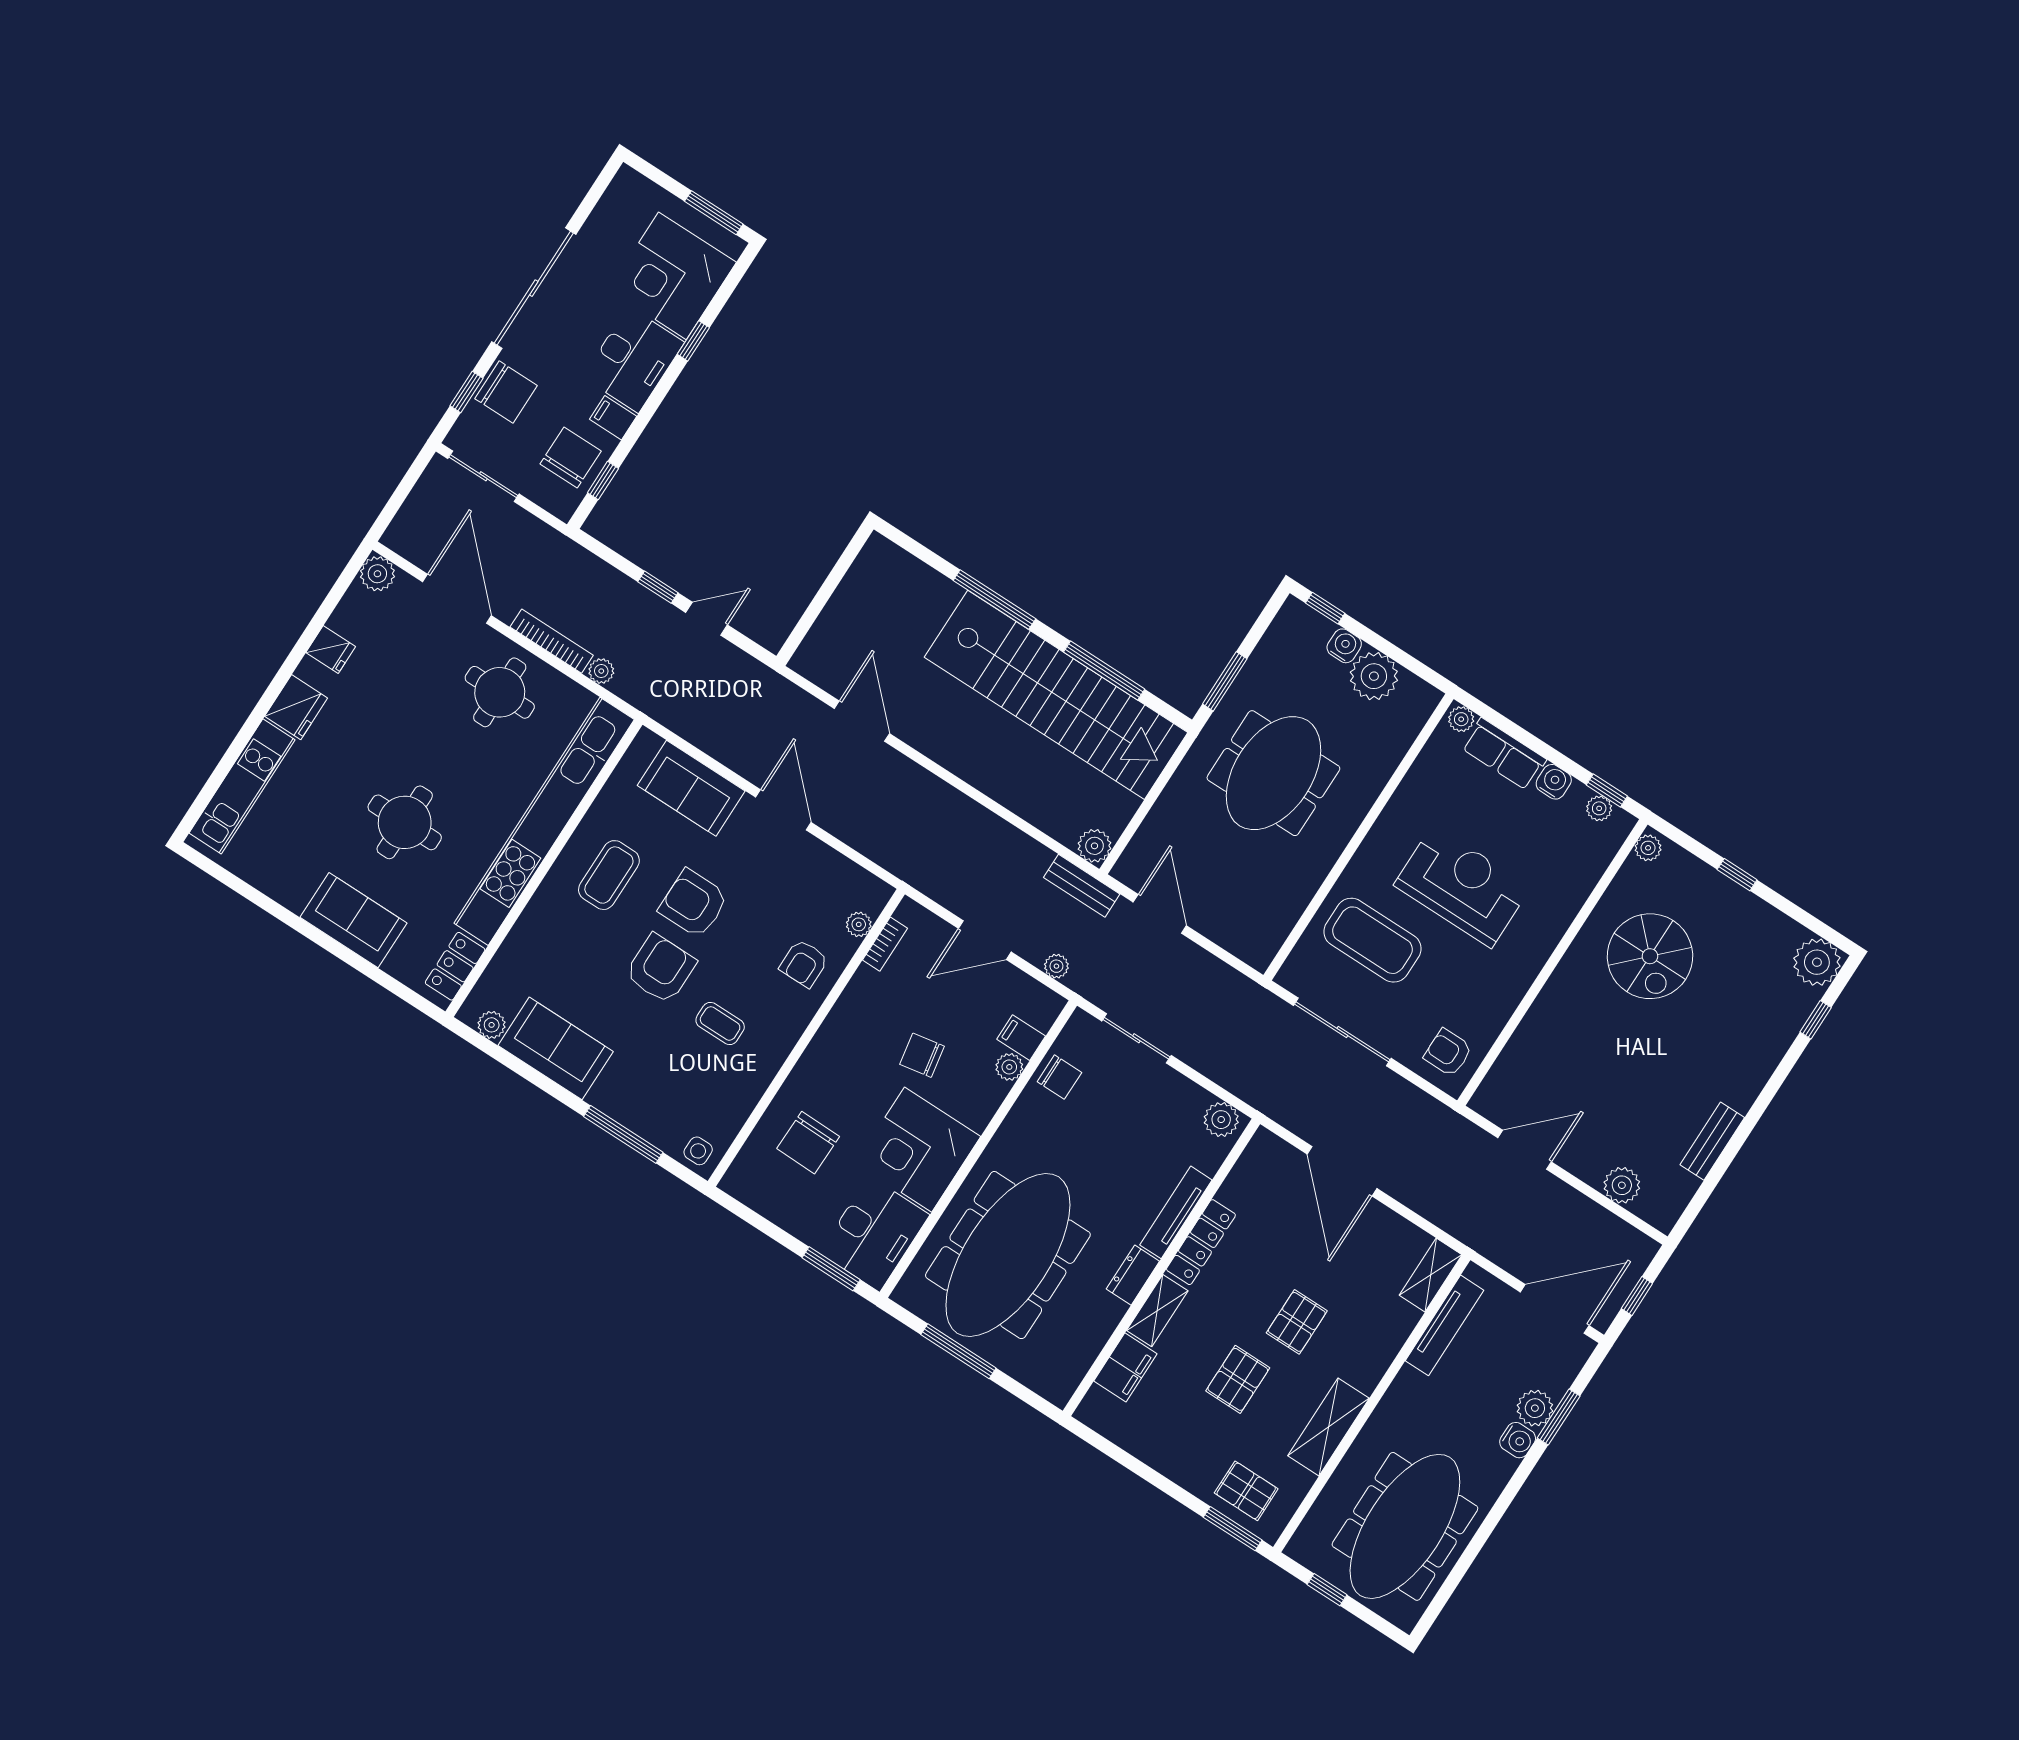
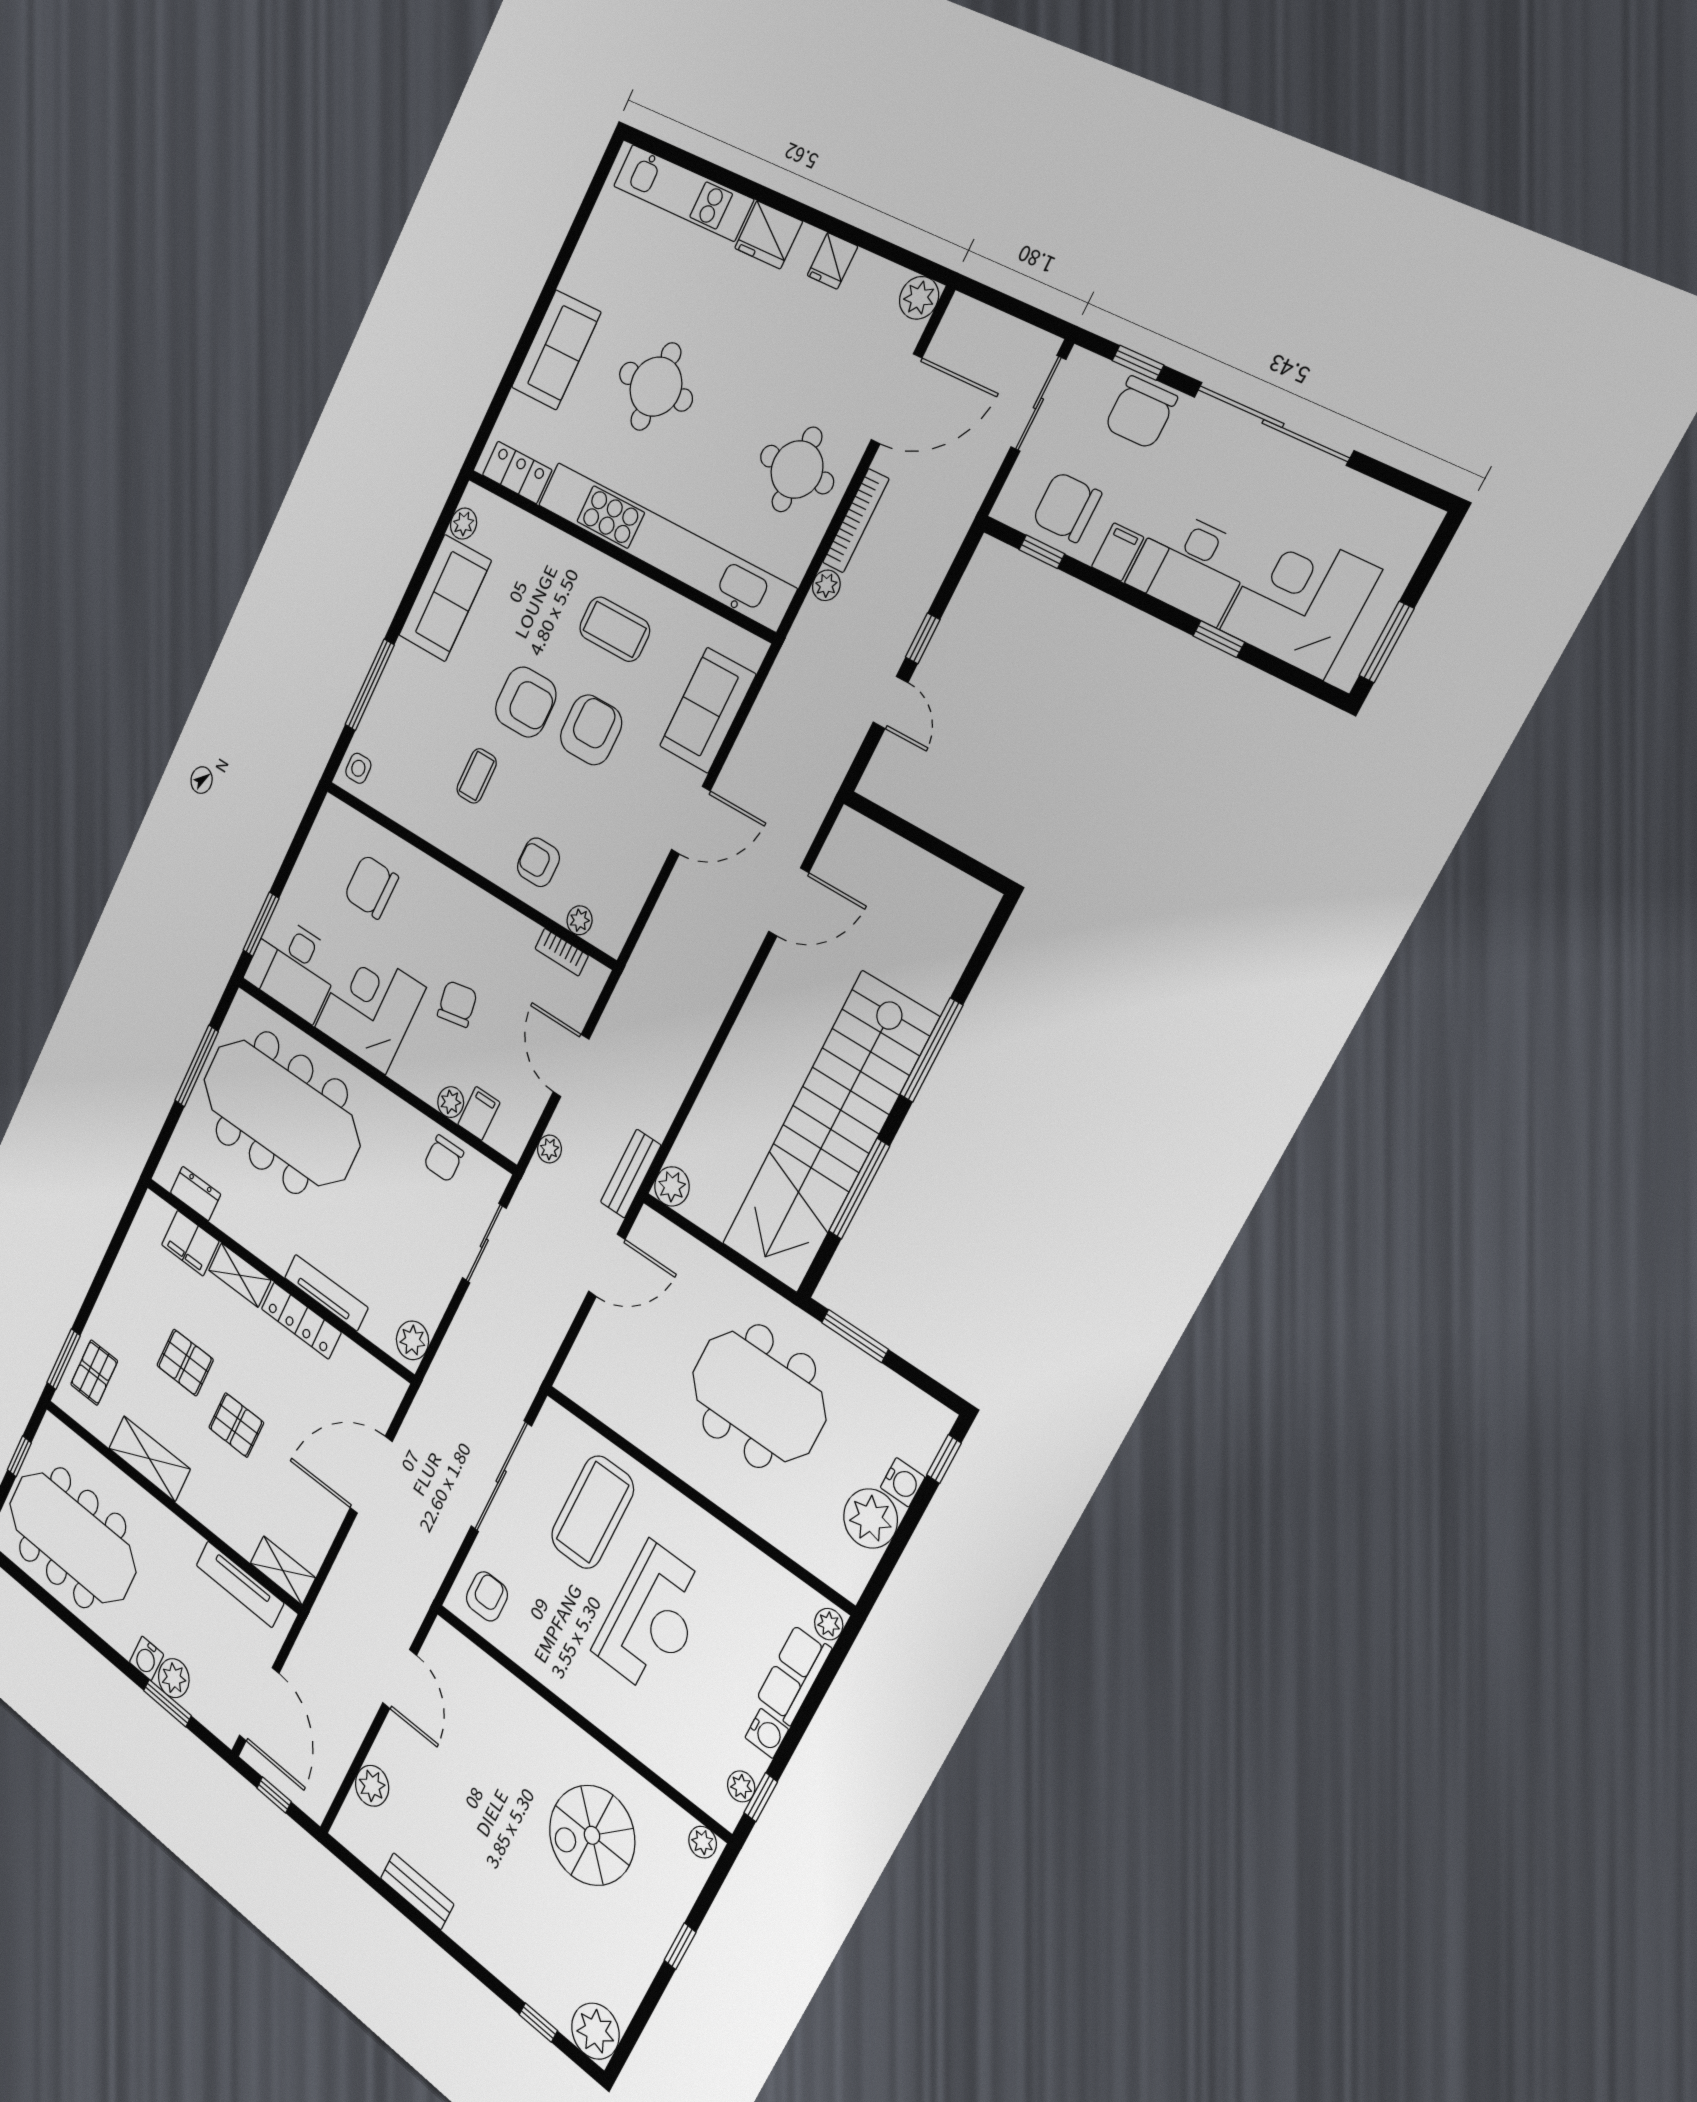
chair: (571, 457) -> (1067, 507), turned 180
dresser: (1133, 1275) -> (196, 1194), moved

